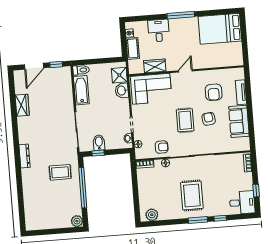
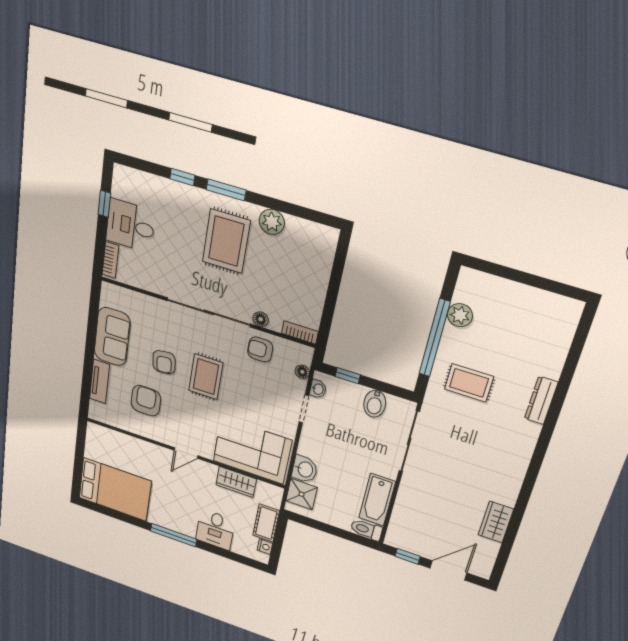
window: (98, 153) -> (348, 376), moved
dresser: (25, 156) -> (541, 400), moved
desk: (242, 203) -> (130, 226), moved
plant: (152, 215) -> (272, 222), moved
plant: (77, 221) -> (460, 315), moved

